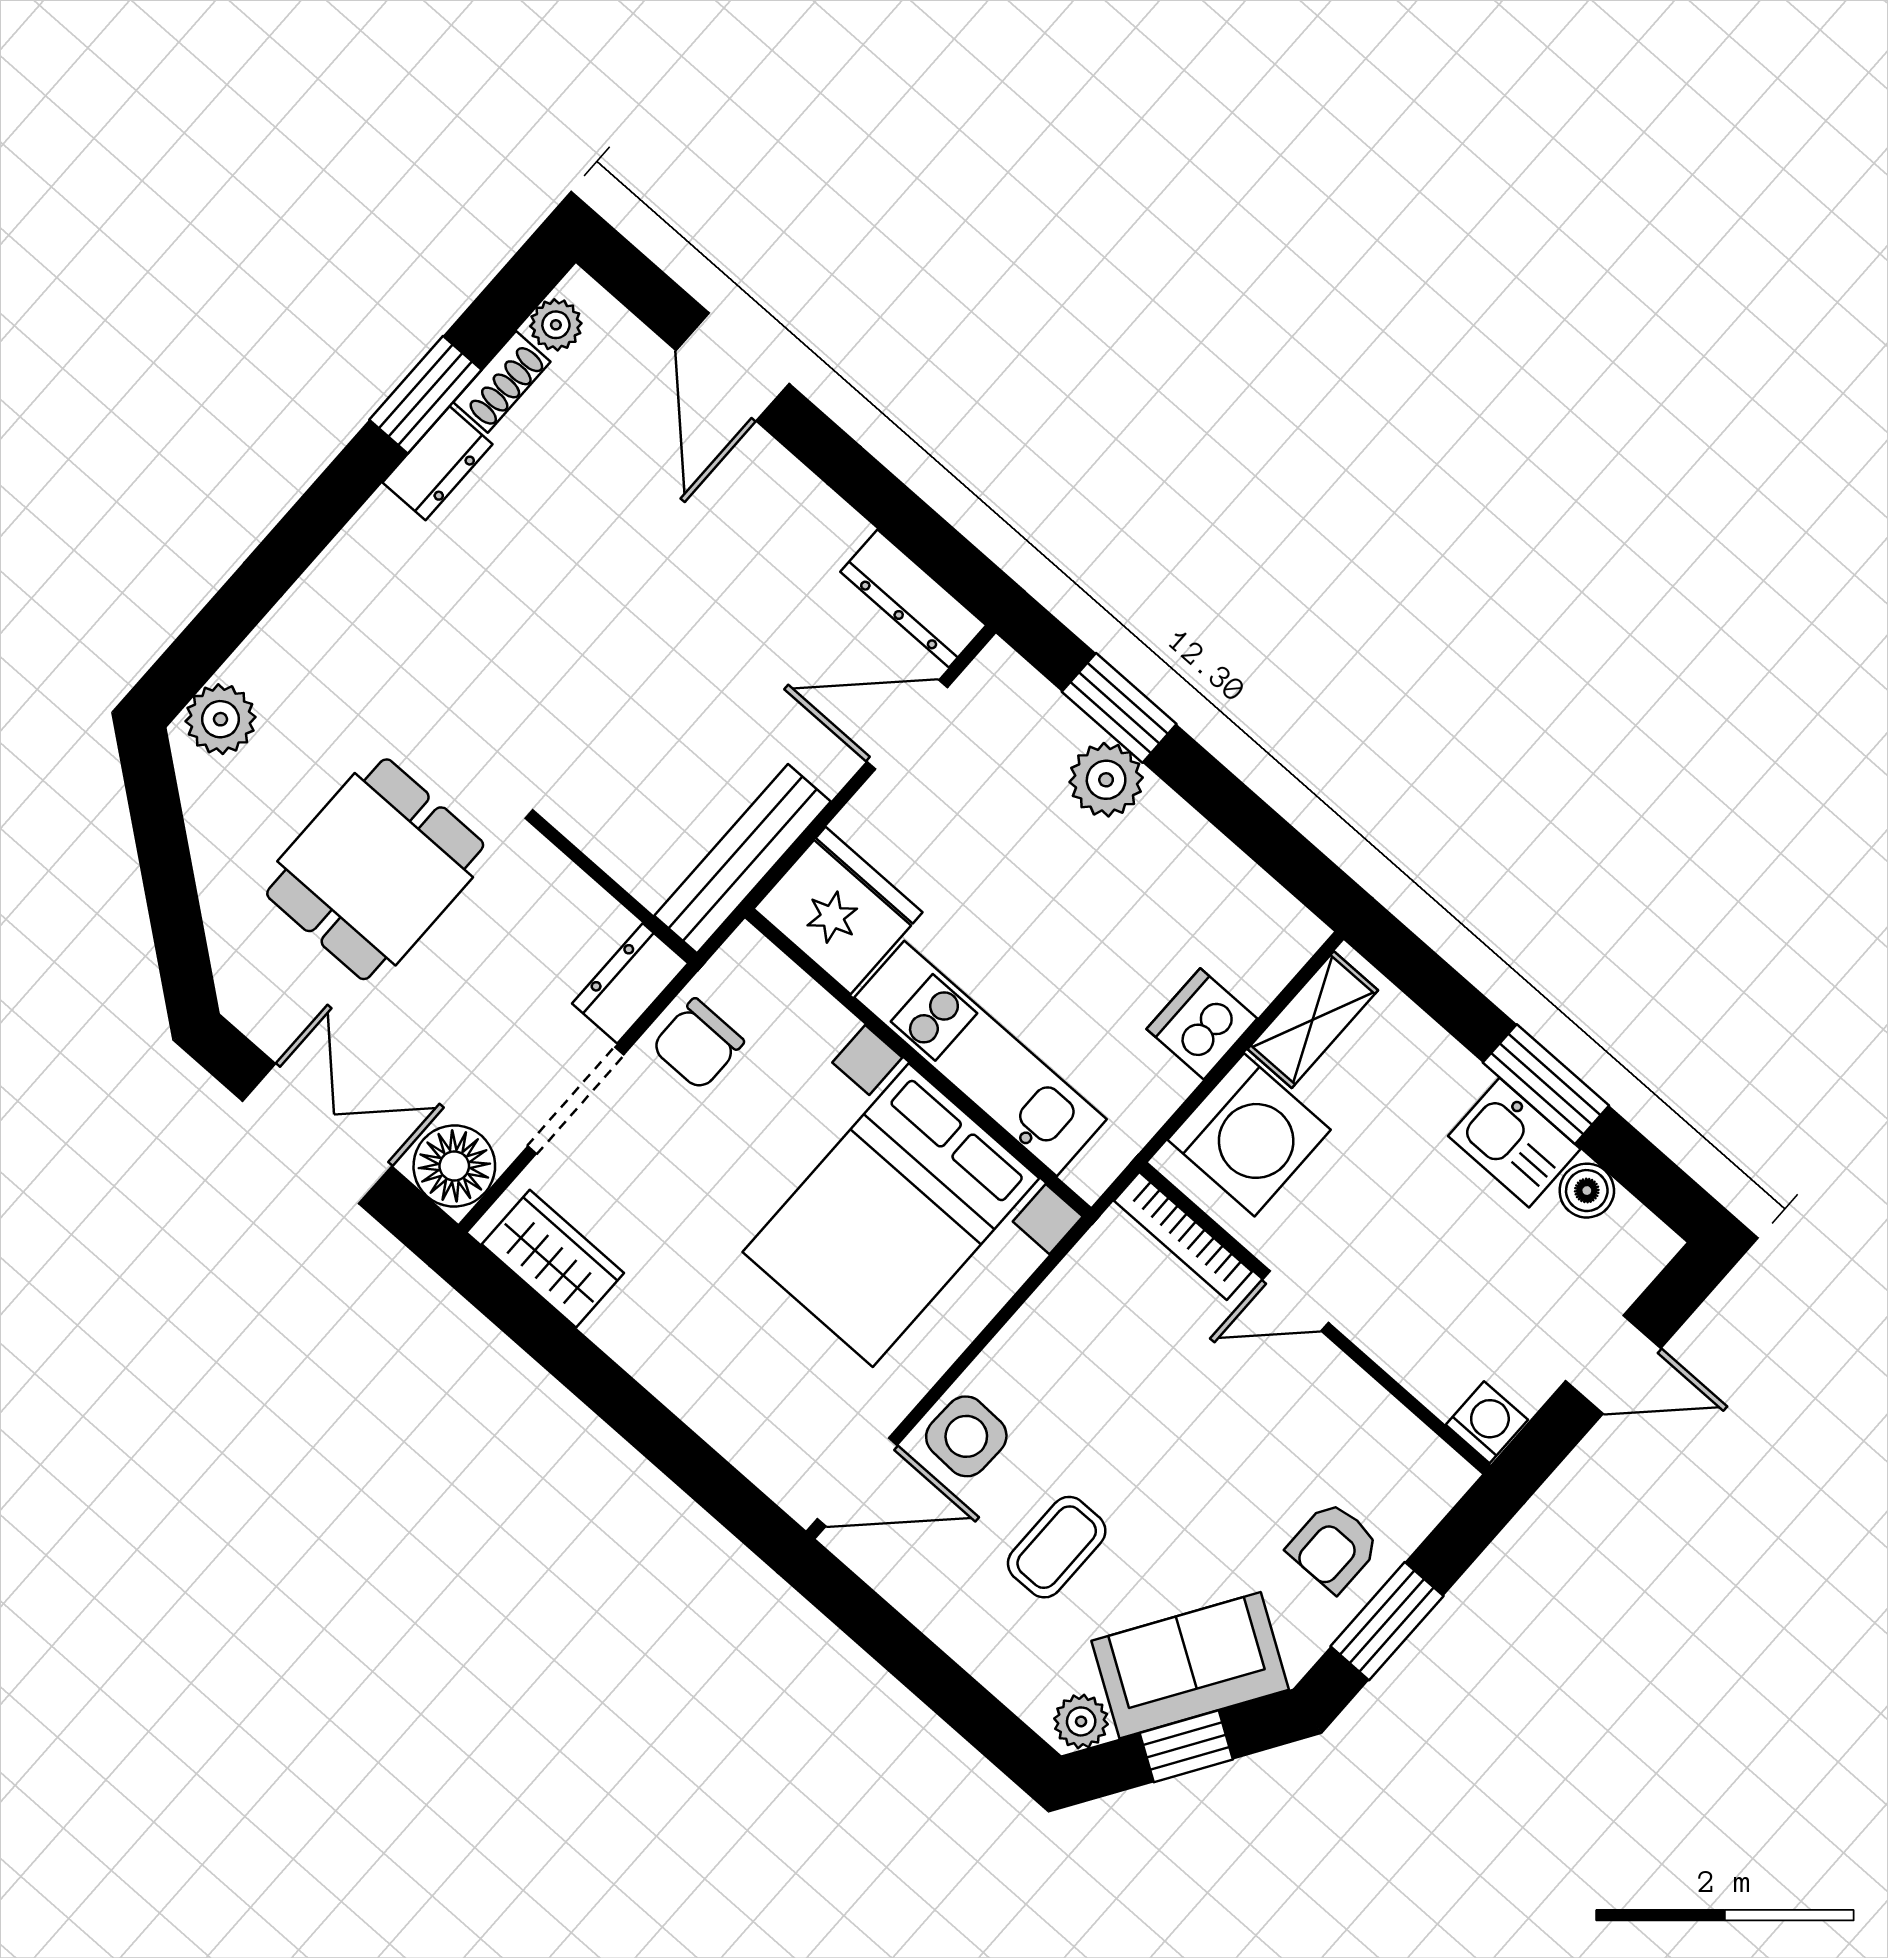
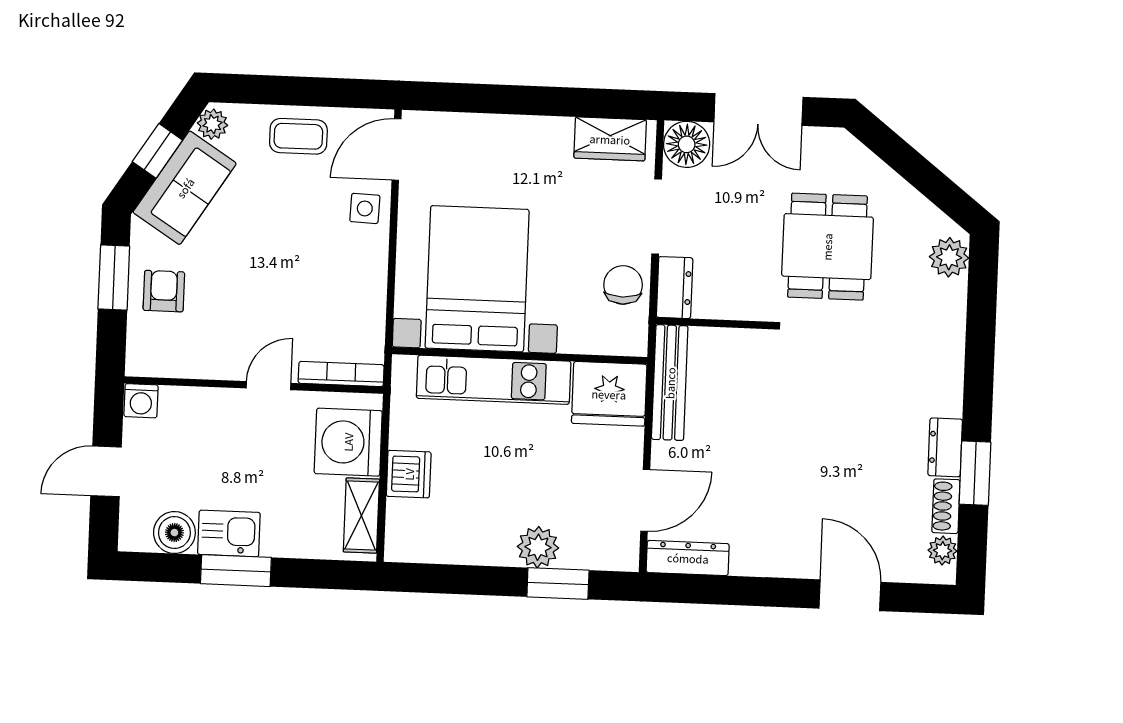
boiler: (1587, 1191) -> (174, 533), width x1.36, depth x1.36
side table: (966, 1436) -> (365, 208), width x0.73, depth x0.73
coffee table: (1057, 1547) -> (298, 136), moved, turned 90

